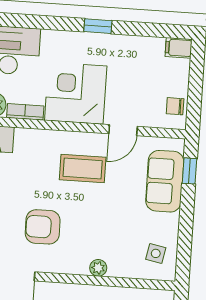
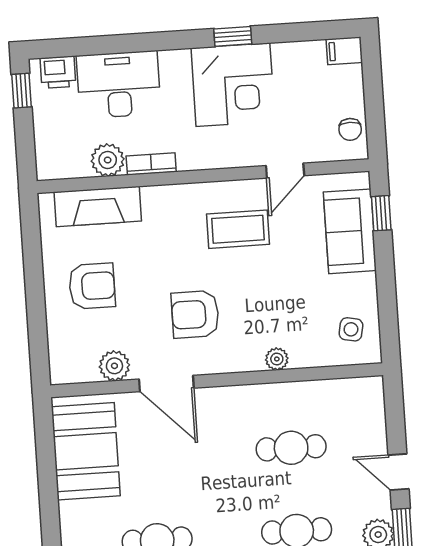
corner desk: (76, 93) -> (233, 85), moved, turned 180
chair: (175, 106) -> (350, 129), turned -90

